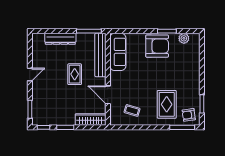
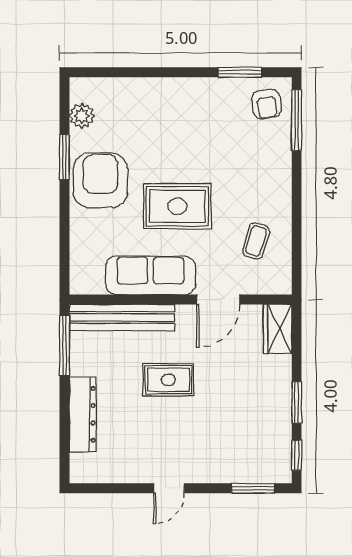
sofa: (118, 52) -> (150, 275), moved
door: (30, 75) -> (169, 488), swing flipped
rug: (167, 104) -> (177, 206), moved
wardrobe: (91, 119) -> (278, 329), width x0.67

